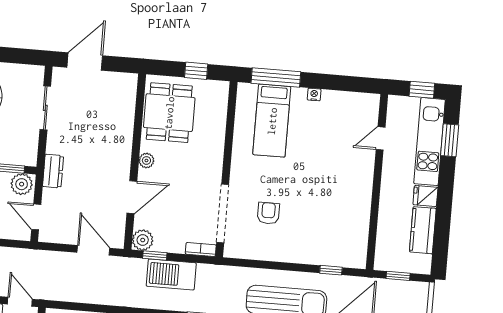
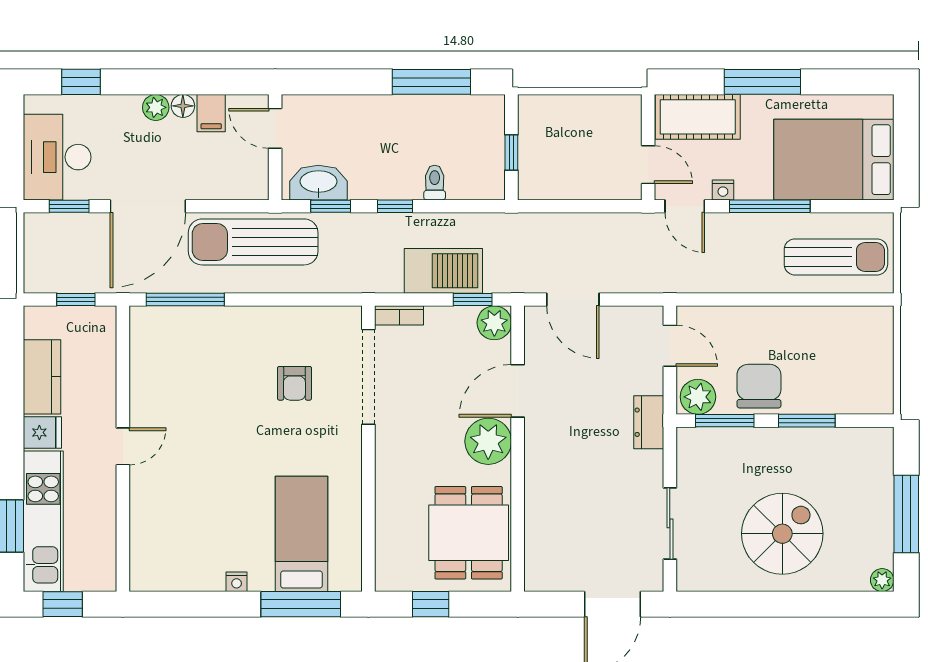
door: (381, 138) -> (123, 446), moved
plant: (146, 160) -> (488, 441), width x1.87, depth x1.87
window: (331, 270) -> (185, 299), width x2.17

